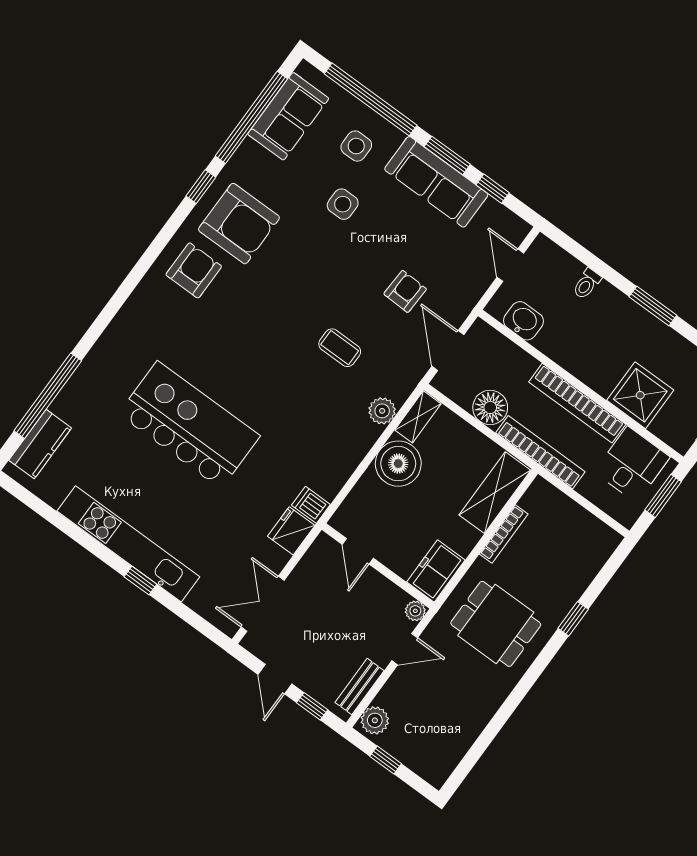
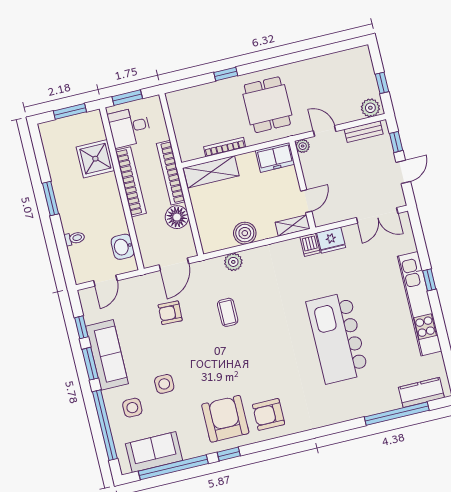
shelving: (418, 417) -> (293, 226), moved
boiler: (398, 464) -> (245, 233), width x0.73, depth x0.73

